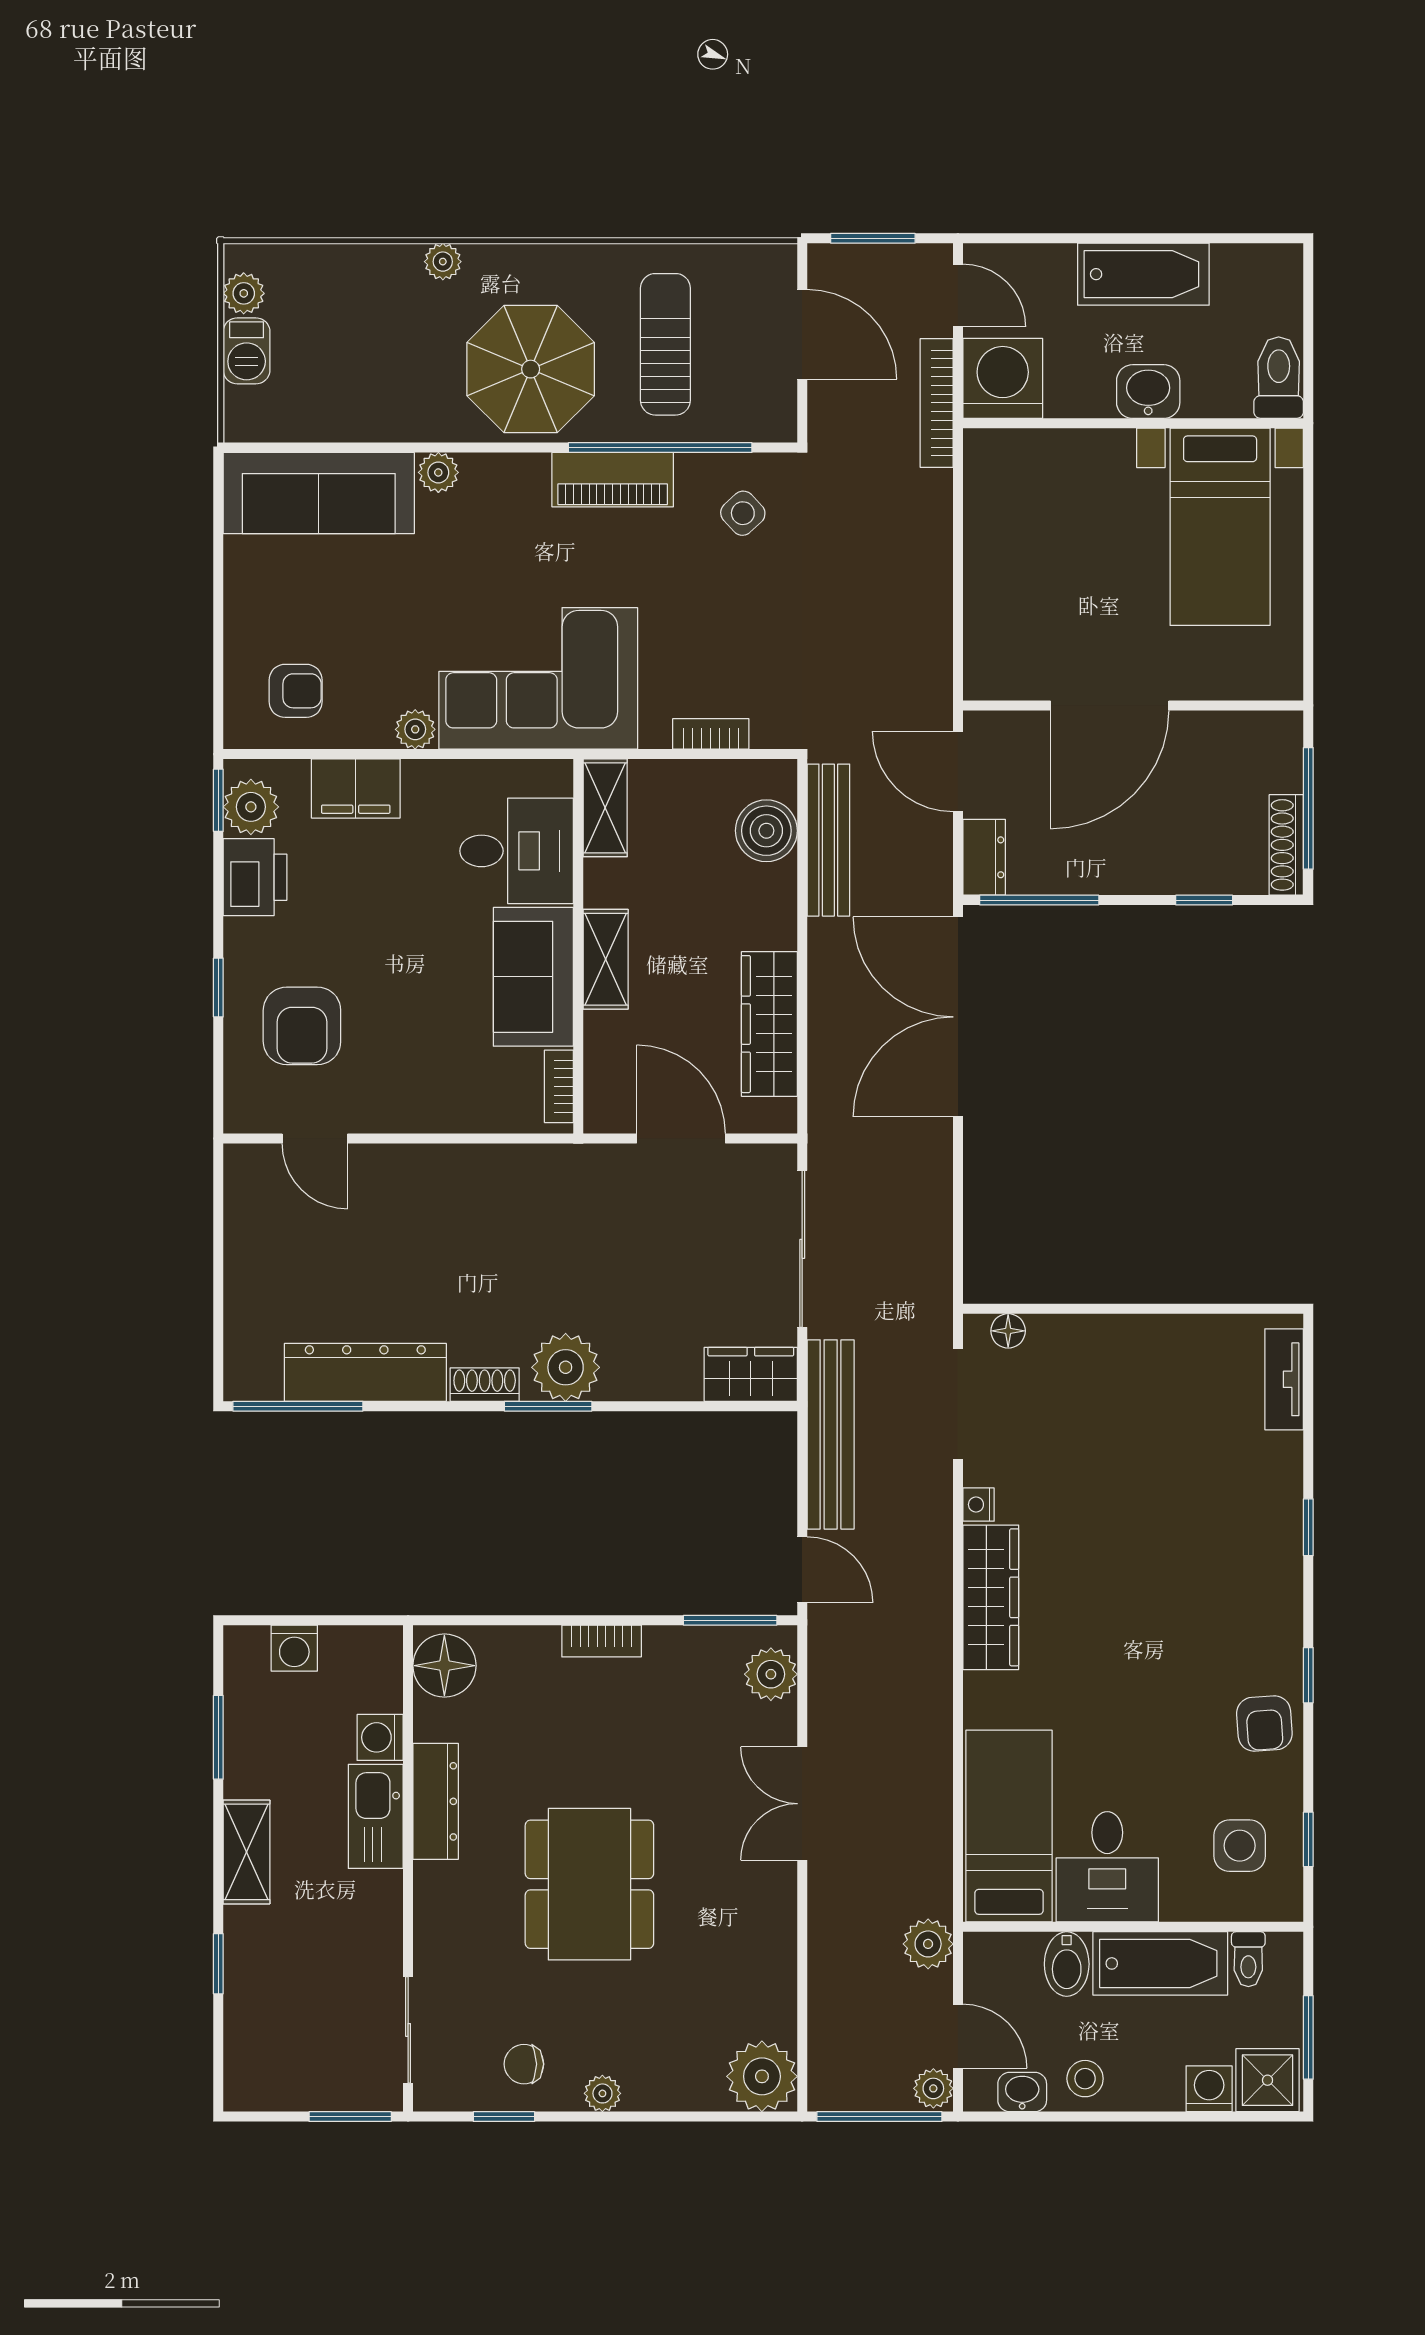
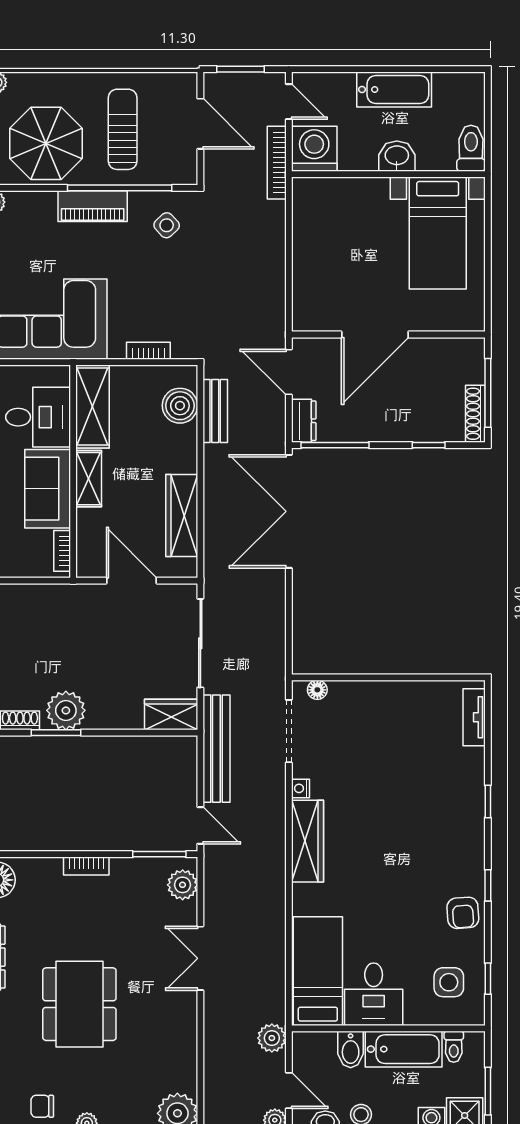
shelving: (605, 808) -> (93, 407), width x1.50, depth x1.33
bench: (828, 840) -> (215, 411), width x0.73

